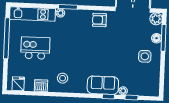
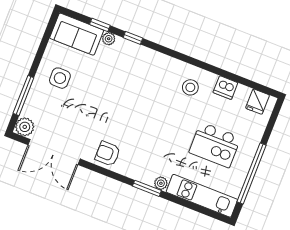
armchair: (99, 20) -> (108, 154), turned 180
floor lamp: (156, 38) -> (34, 98), removed
sofa: (103, 85) -> (77, 34), moved

